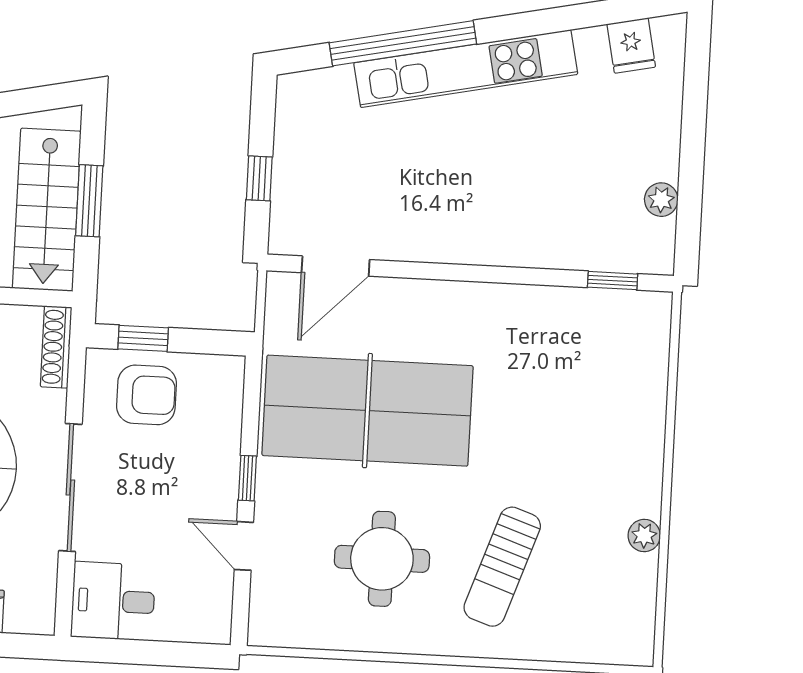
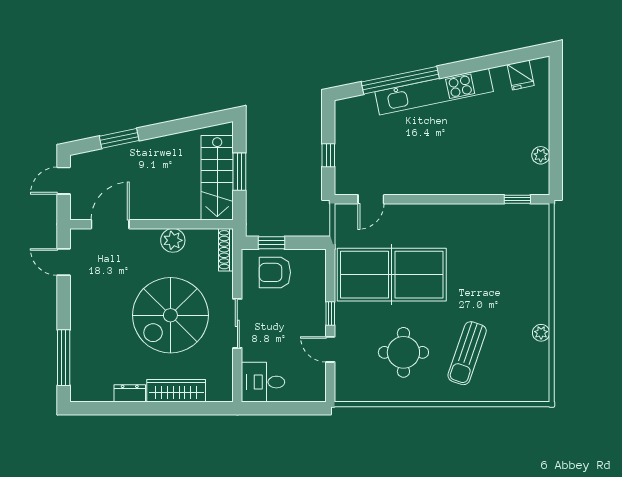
door: (336, 266) -> (371, 199), width x0.73
armchair: (146, 395) -> (275, 272), turned 180
sliding door: (70, 487) -> (237, 323), width x0.73

